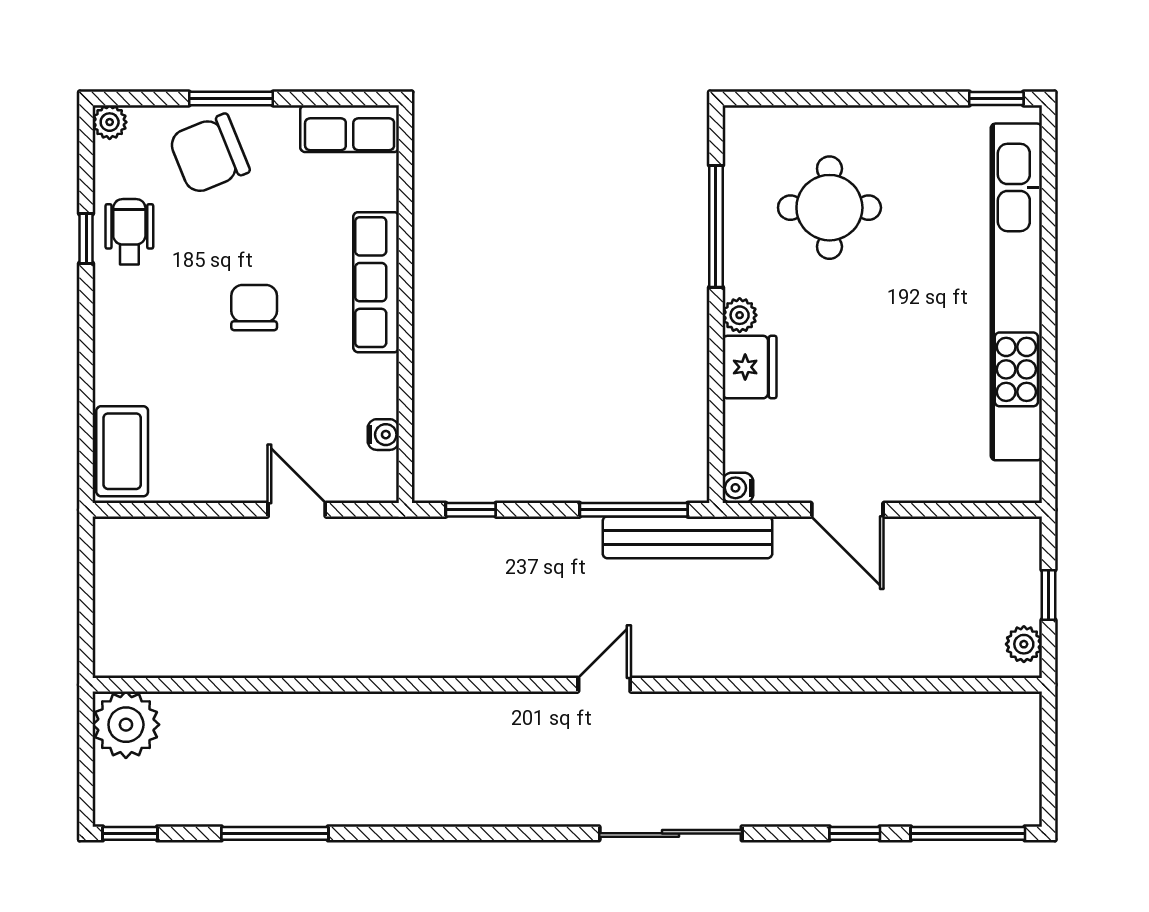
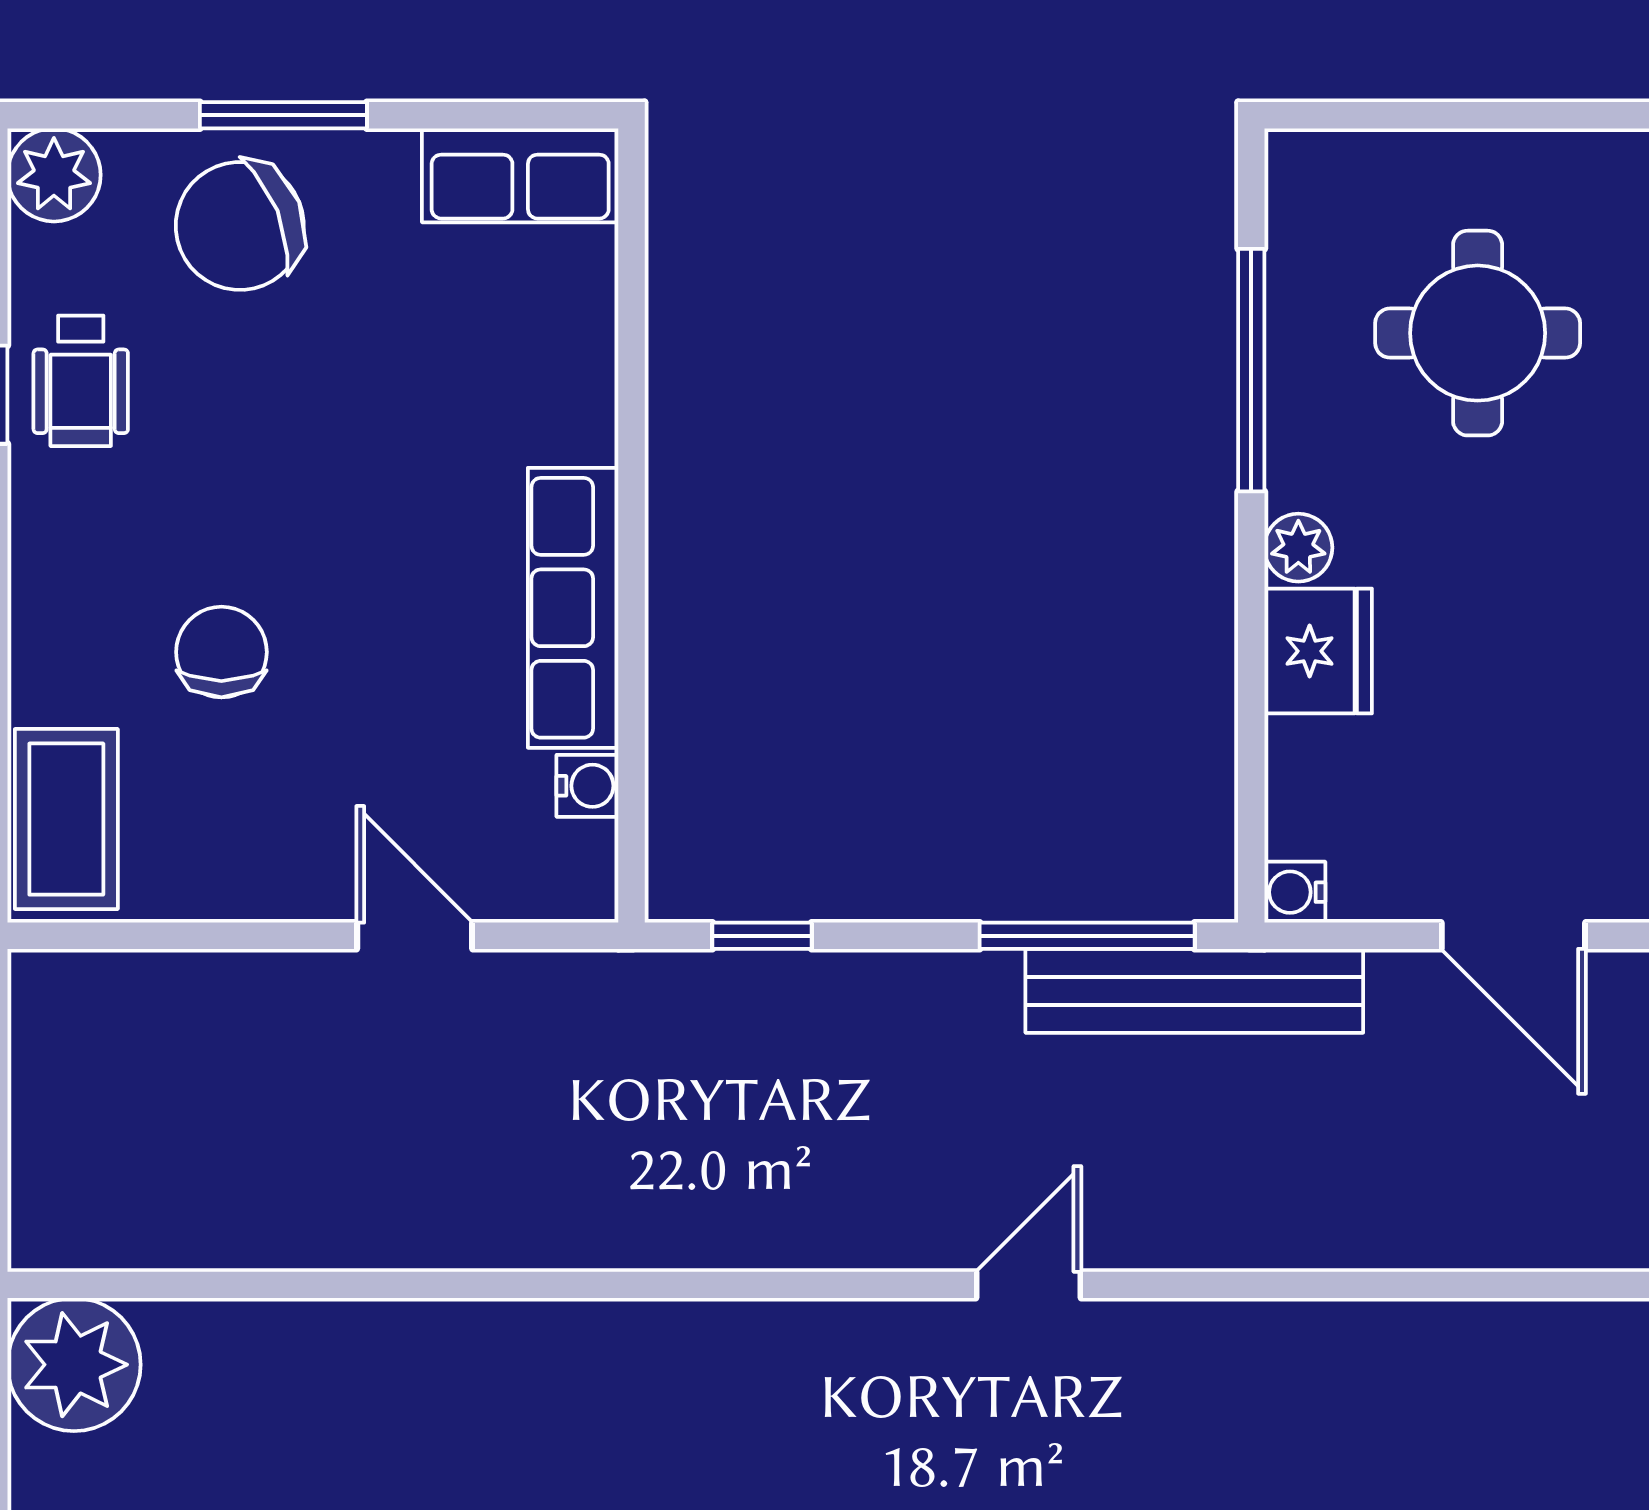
plant: (110, 122) -> (54, 175), width x1.38, depth x1.38
wheelchair: (129, 232) -> (81, 381), turned 180
row of seats: (376, 282) -> (573, 608), moved
chair: (254, 308) -> (221, 652), moved

